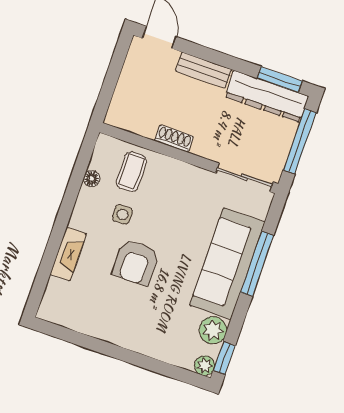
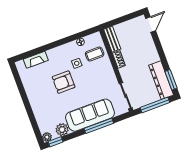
bench: (204, 70) -> (112, 39), moved
fireplace: (68, 254) -> (36, 60), moved

